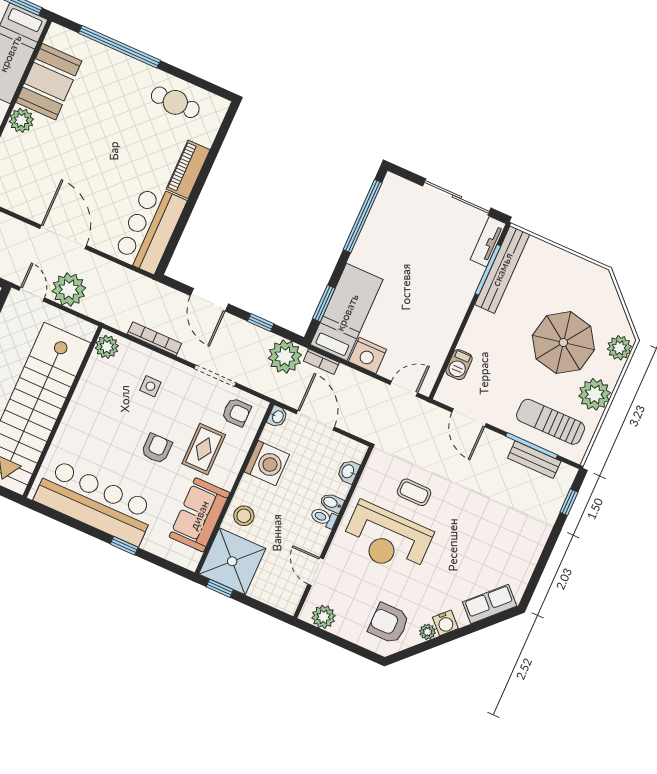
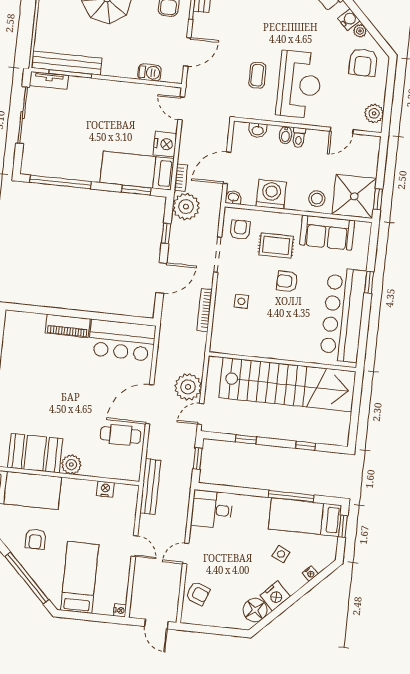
cafe table: (175, 102) -> (121, 435), moved, turned 90
plant: (107, 347) -> (222, 344), removed

